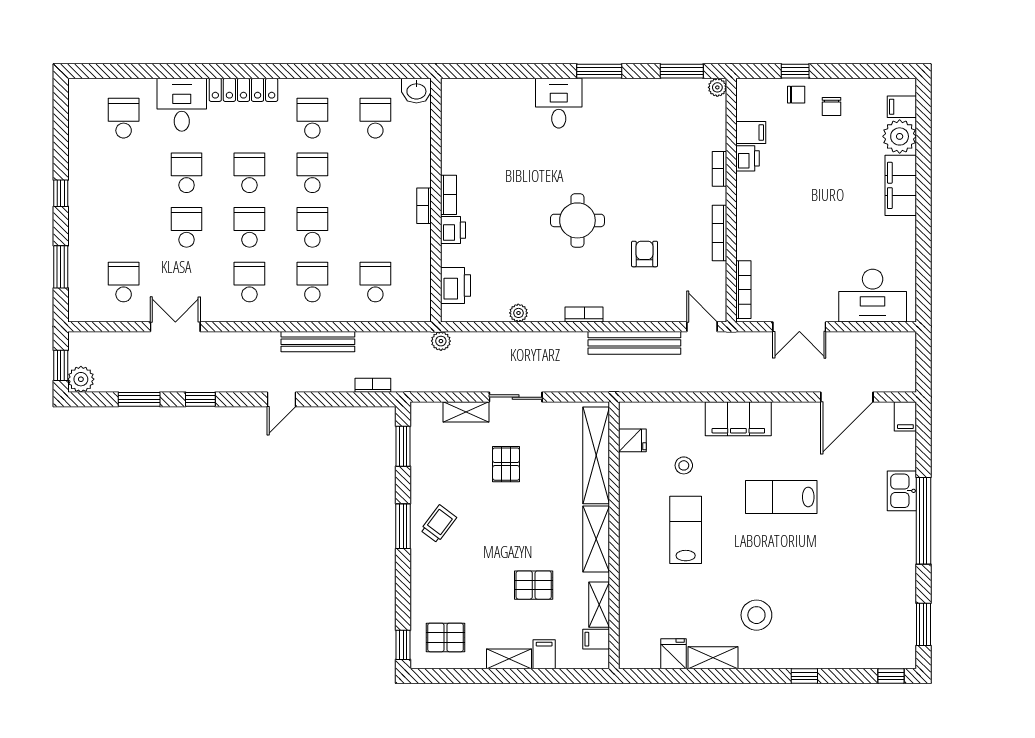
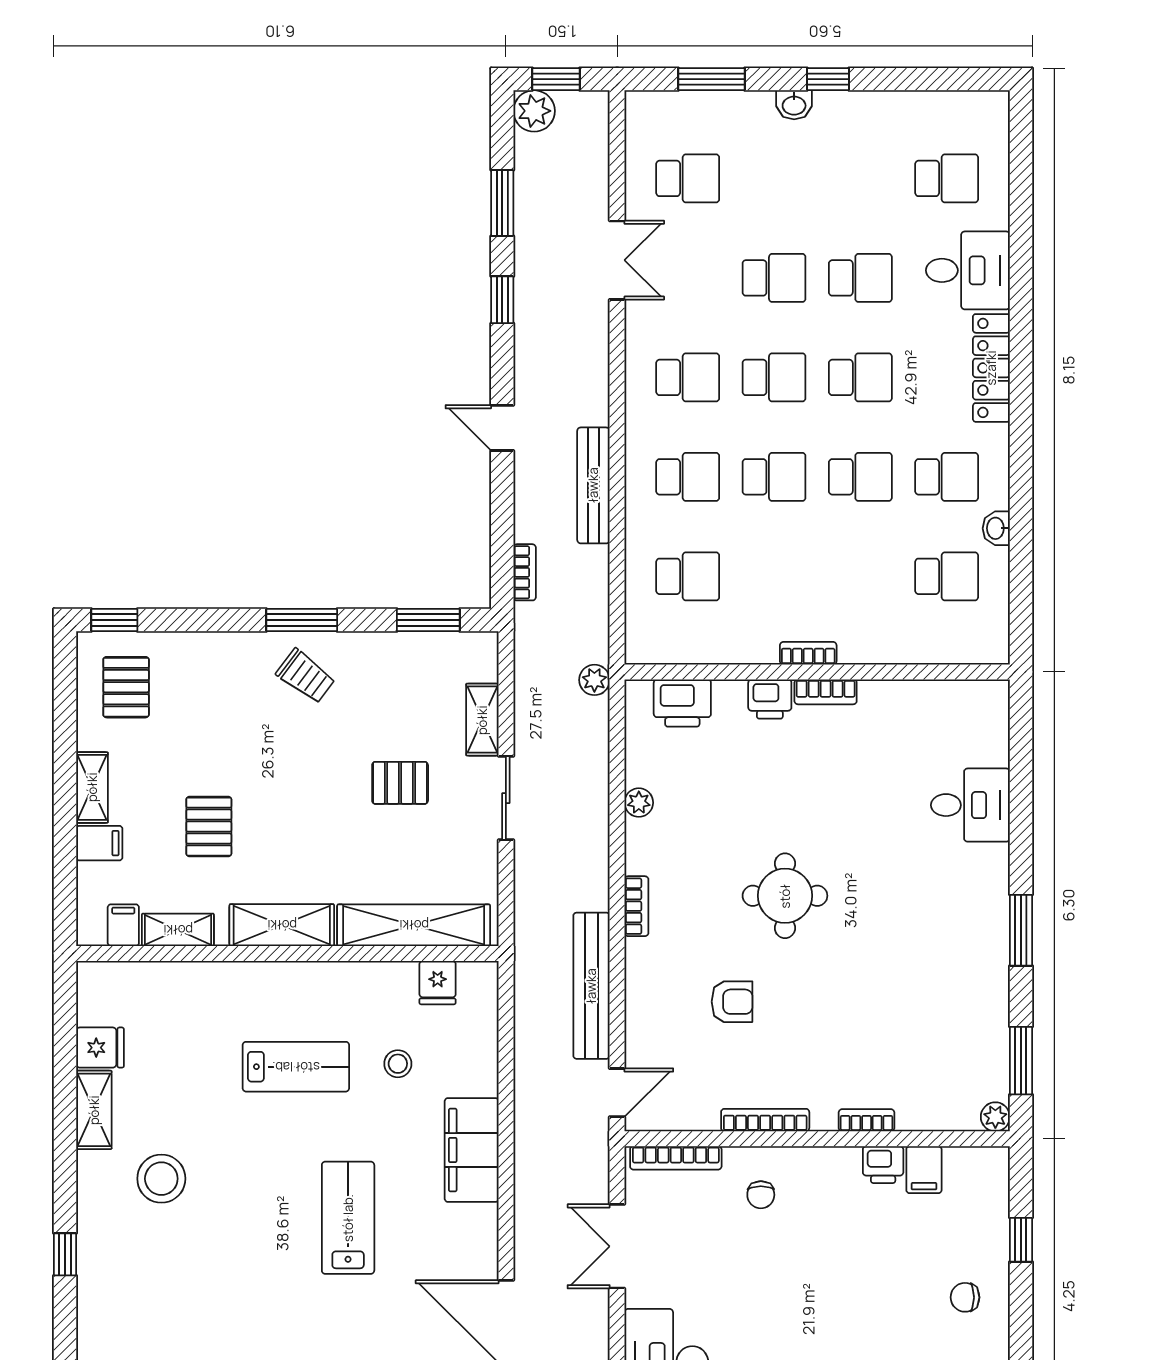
washbasin: (416, 91) -> (996, 528), moved, width x0.72, depth x0.69
chair: (796, 95) -> (761, 1195), moved
desk: (559, 103) -> (970, 805), moved
washbasin: (77, 215) -> (794, 105), added

